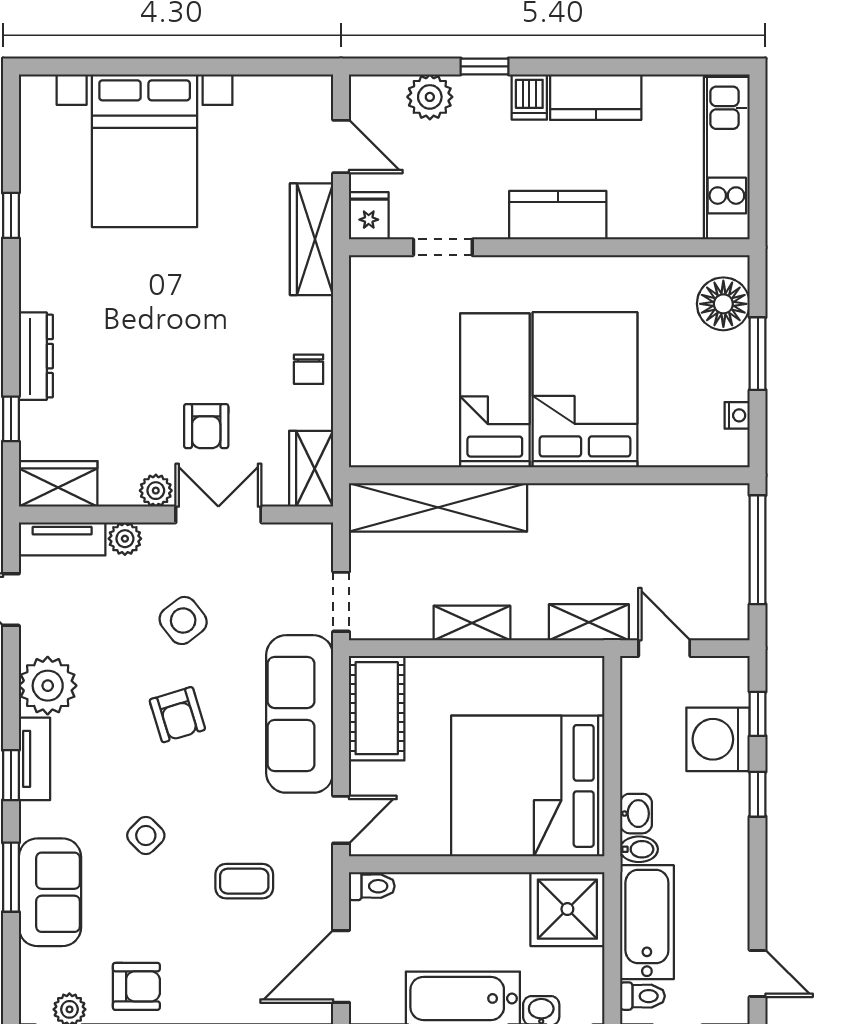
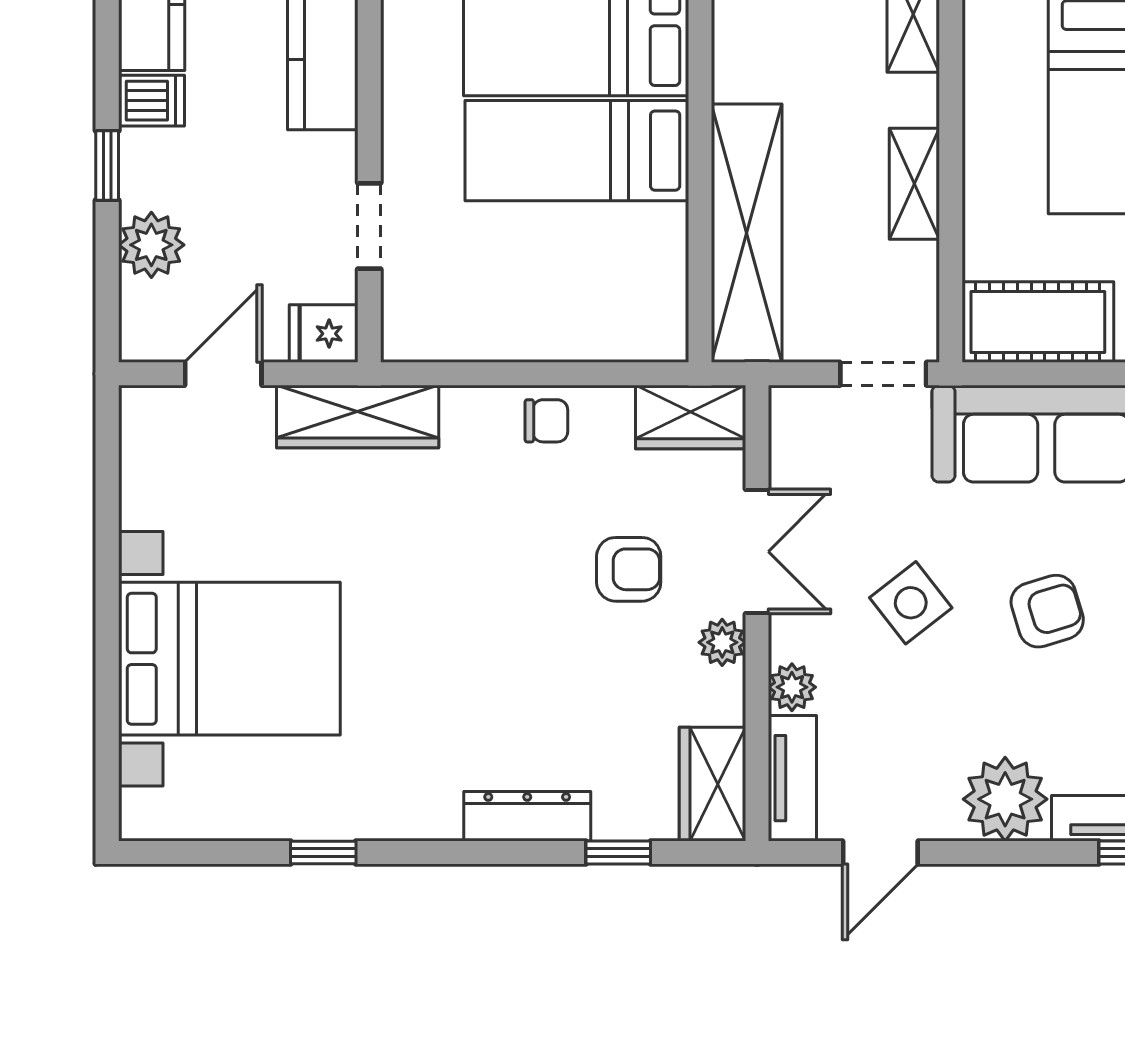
double door: (218, 514) -> (757, 552), swing flipped

